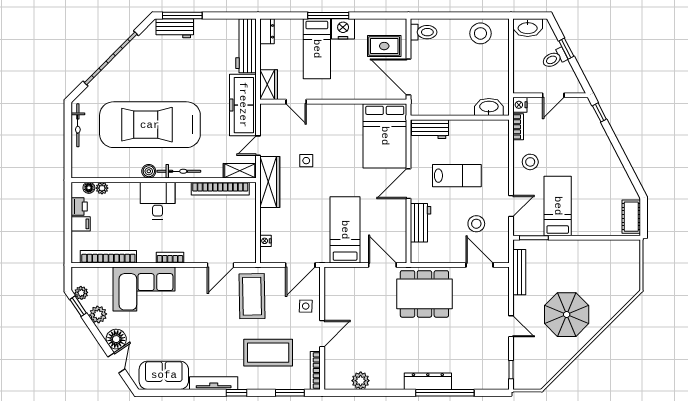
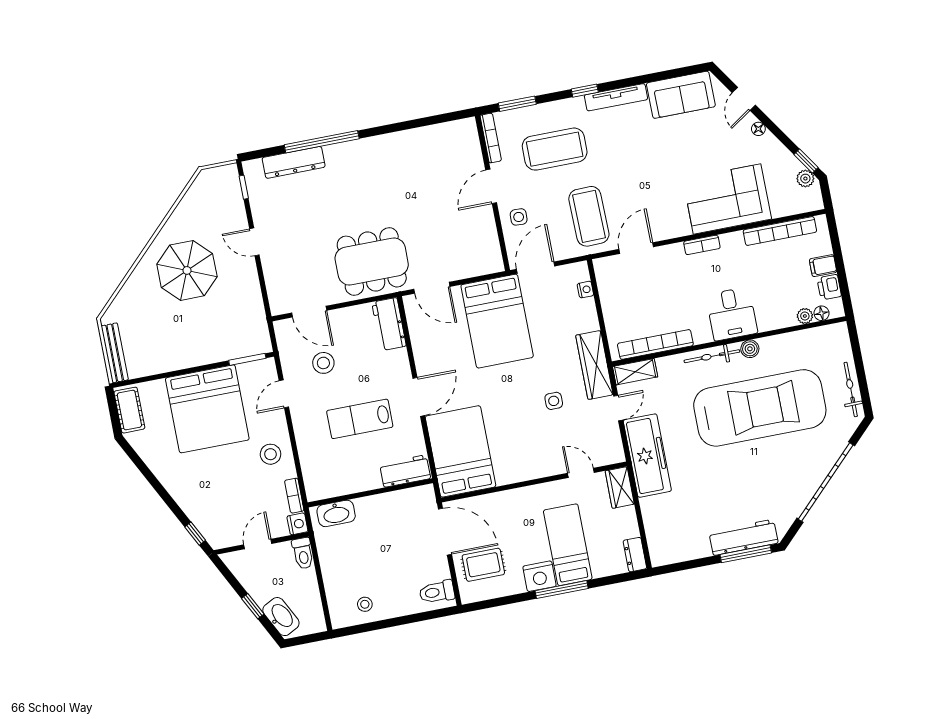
workbench: (175, 28) -> (743, 537), width x1.38
washbasin: (528, 28) -> (281, 617), moved, turned 63
stool: (480, 33) -> (365, 604), width x0.53, depth x0.53
workbench: (246, 46) -> (658, 531), removed
toilet: (554, 58) -> (303, 553), moved, turned 117
bed: (558, 206) -> (207, 409), width x2.04
workbench: (421, 223) -> (389, 324), moved
bed: (345, 230) -> (497, 321), width x1.50
bench: (519, 272) -> (115, 353), moved
plant: (98, 314) -> (779, 155), removed
floor lamp: (116, 339) -> (758, 129), width x0.53, depth x0.53
plant: (361, 381) -> (431, 136), removed
dresser: (428, 381) -> (294, 162), moved

